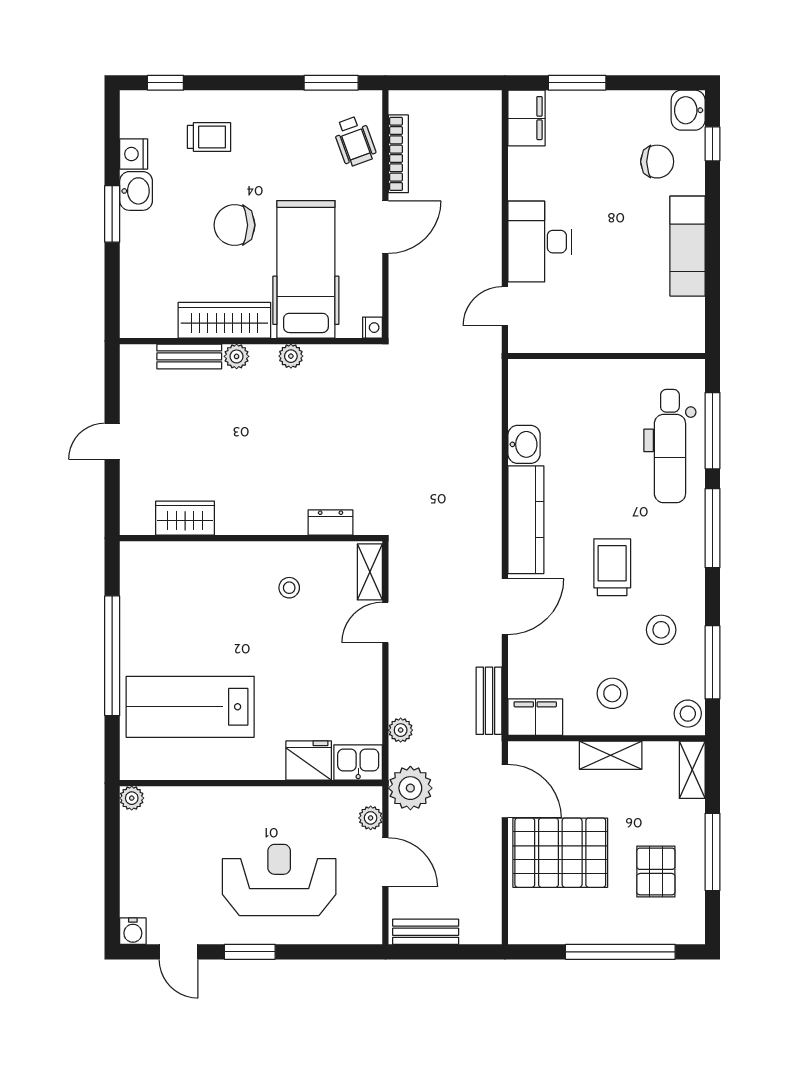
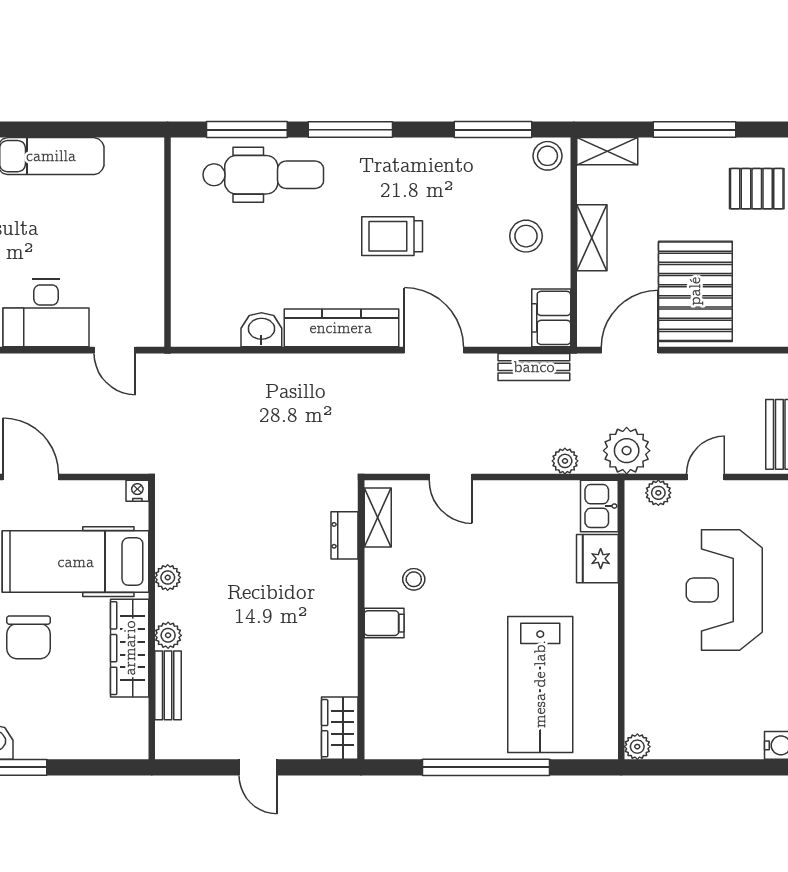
wardrobe: (185, 518) -> (340, 728), moved
filing cabinet: (248, 560) -> (384, 623), added
shelving: (370, 572) -> (378, 517), moved, turned 90
stool: (661, 630) -> (458, 184), removed
door: (385, 862) -> (706, 477), width x0.73
pallet: (656, 871) -> (757, 189), moved

